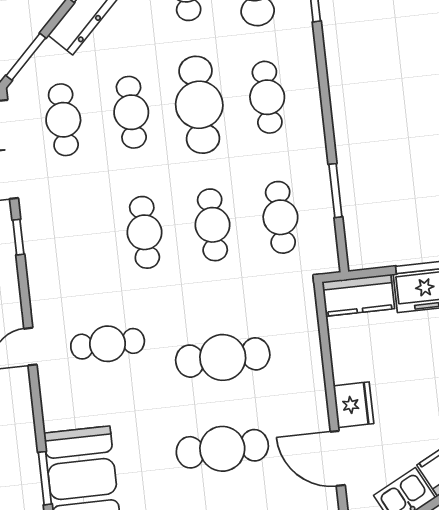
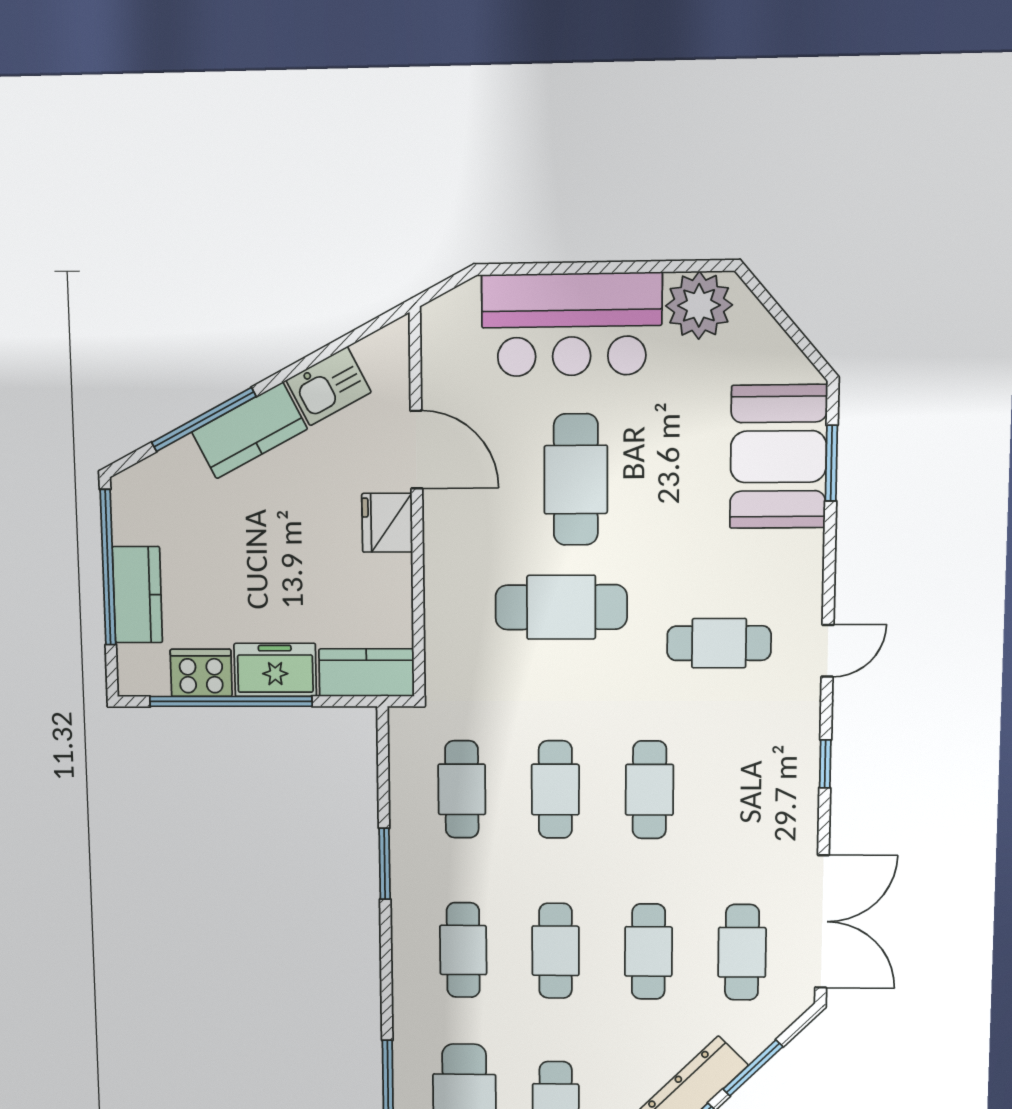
window: (26, 57) -> (753, 1068), moved
cafe table: (199, 105) -> (556, 951), width x0.73, depth x0.74
window: (335, 191) -> (385, 864), moved
window: (18, 237) -> (825, 764), moved
cafe table: (222, 449) -> (576, 480), turned 90

